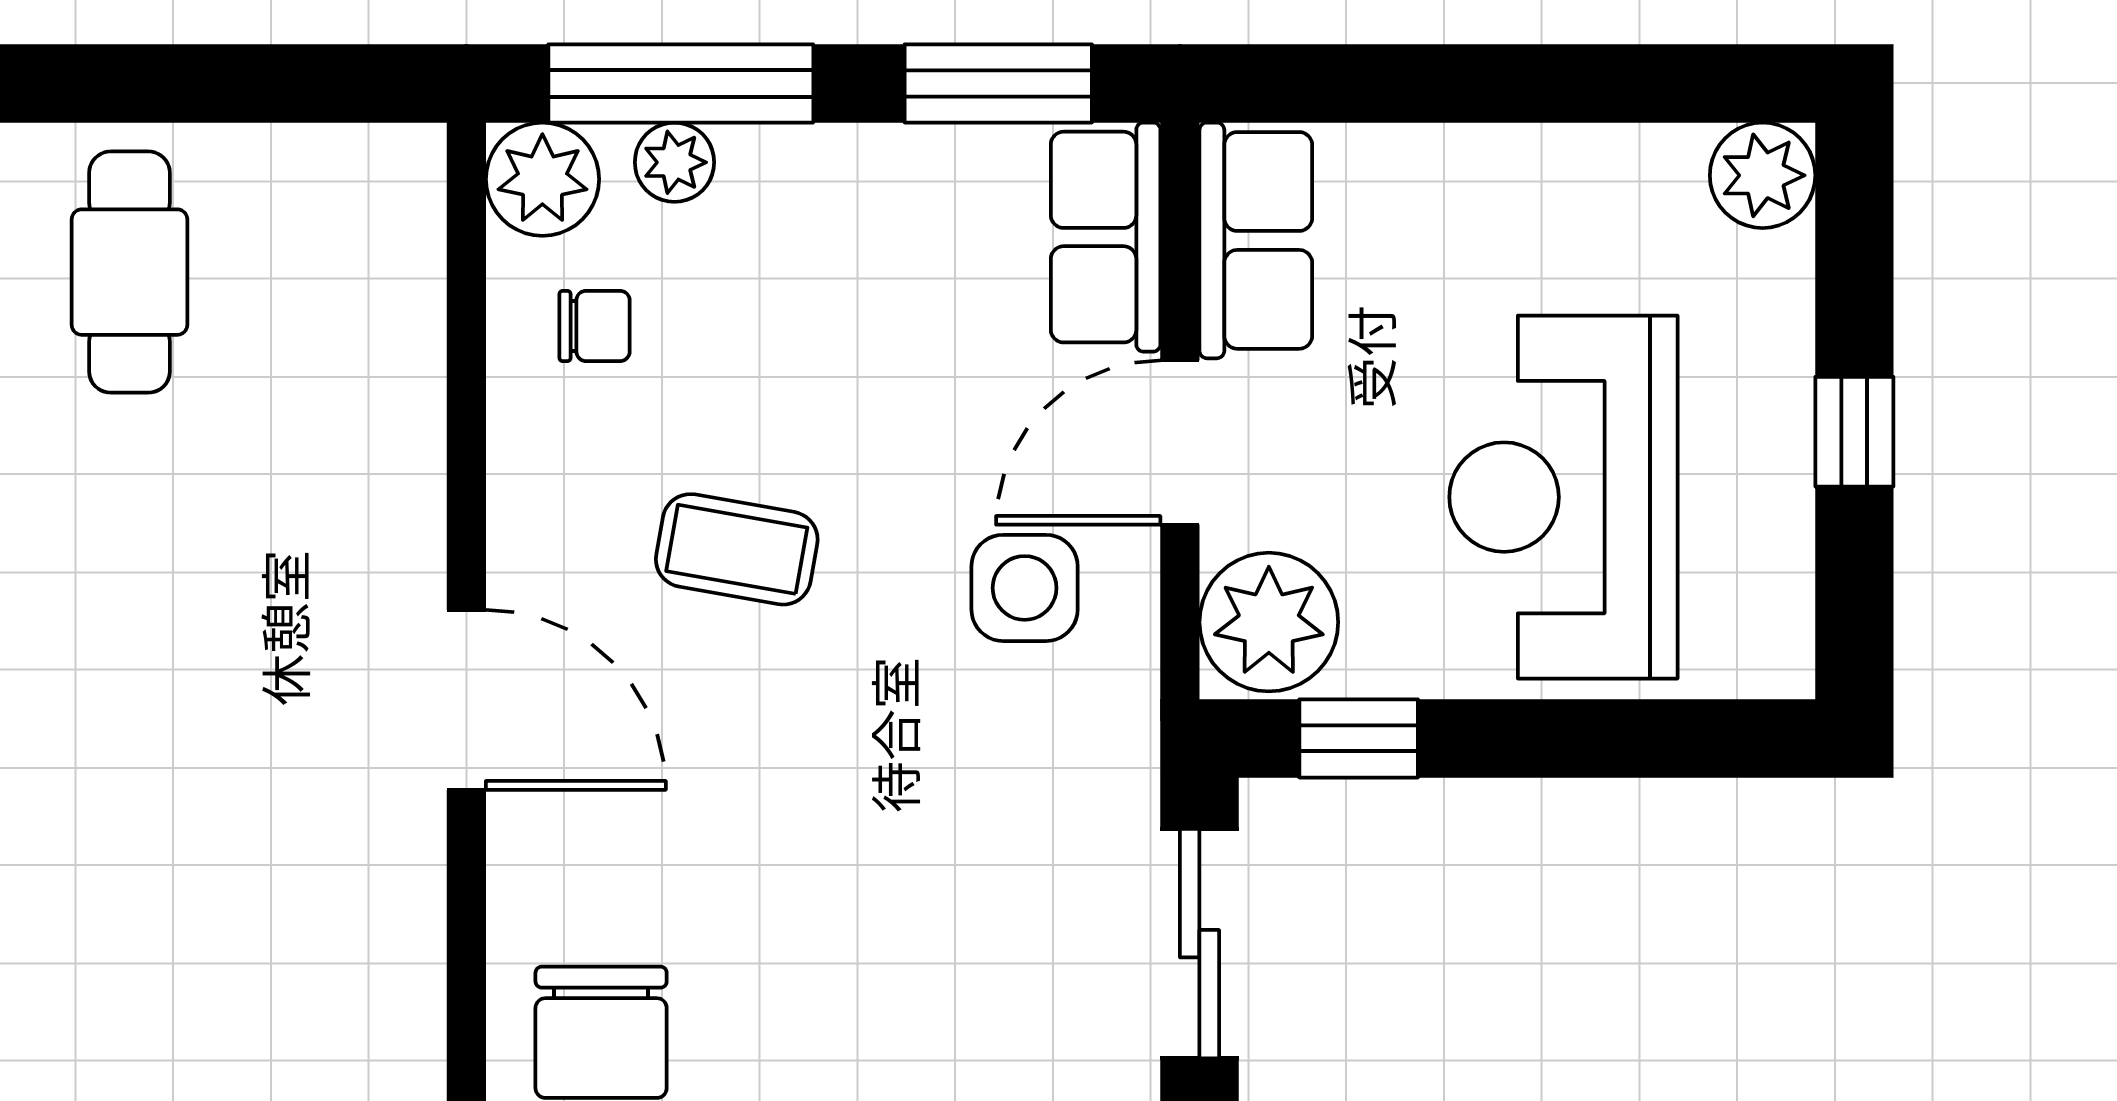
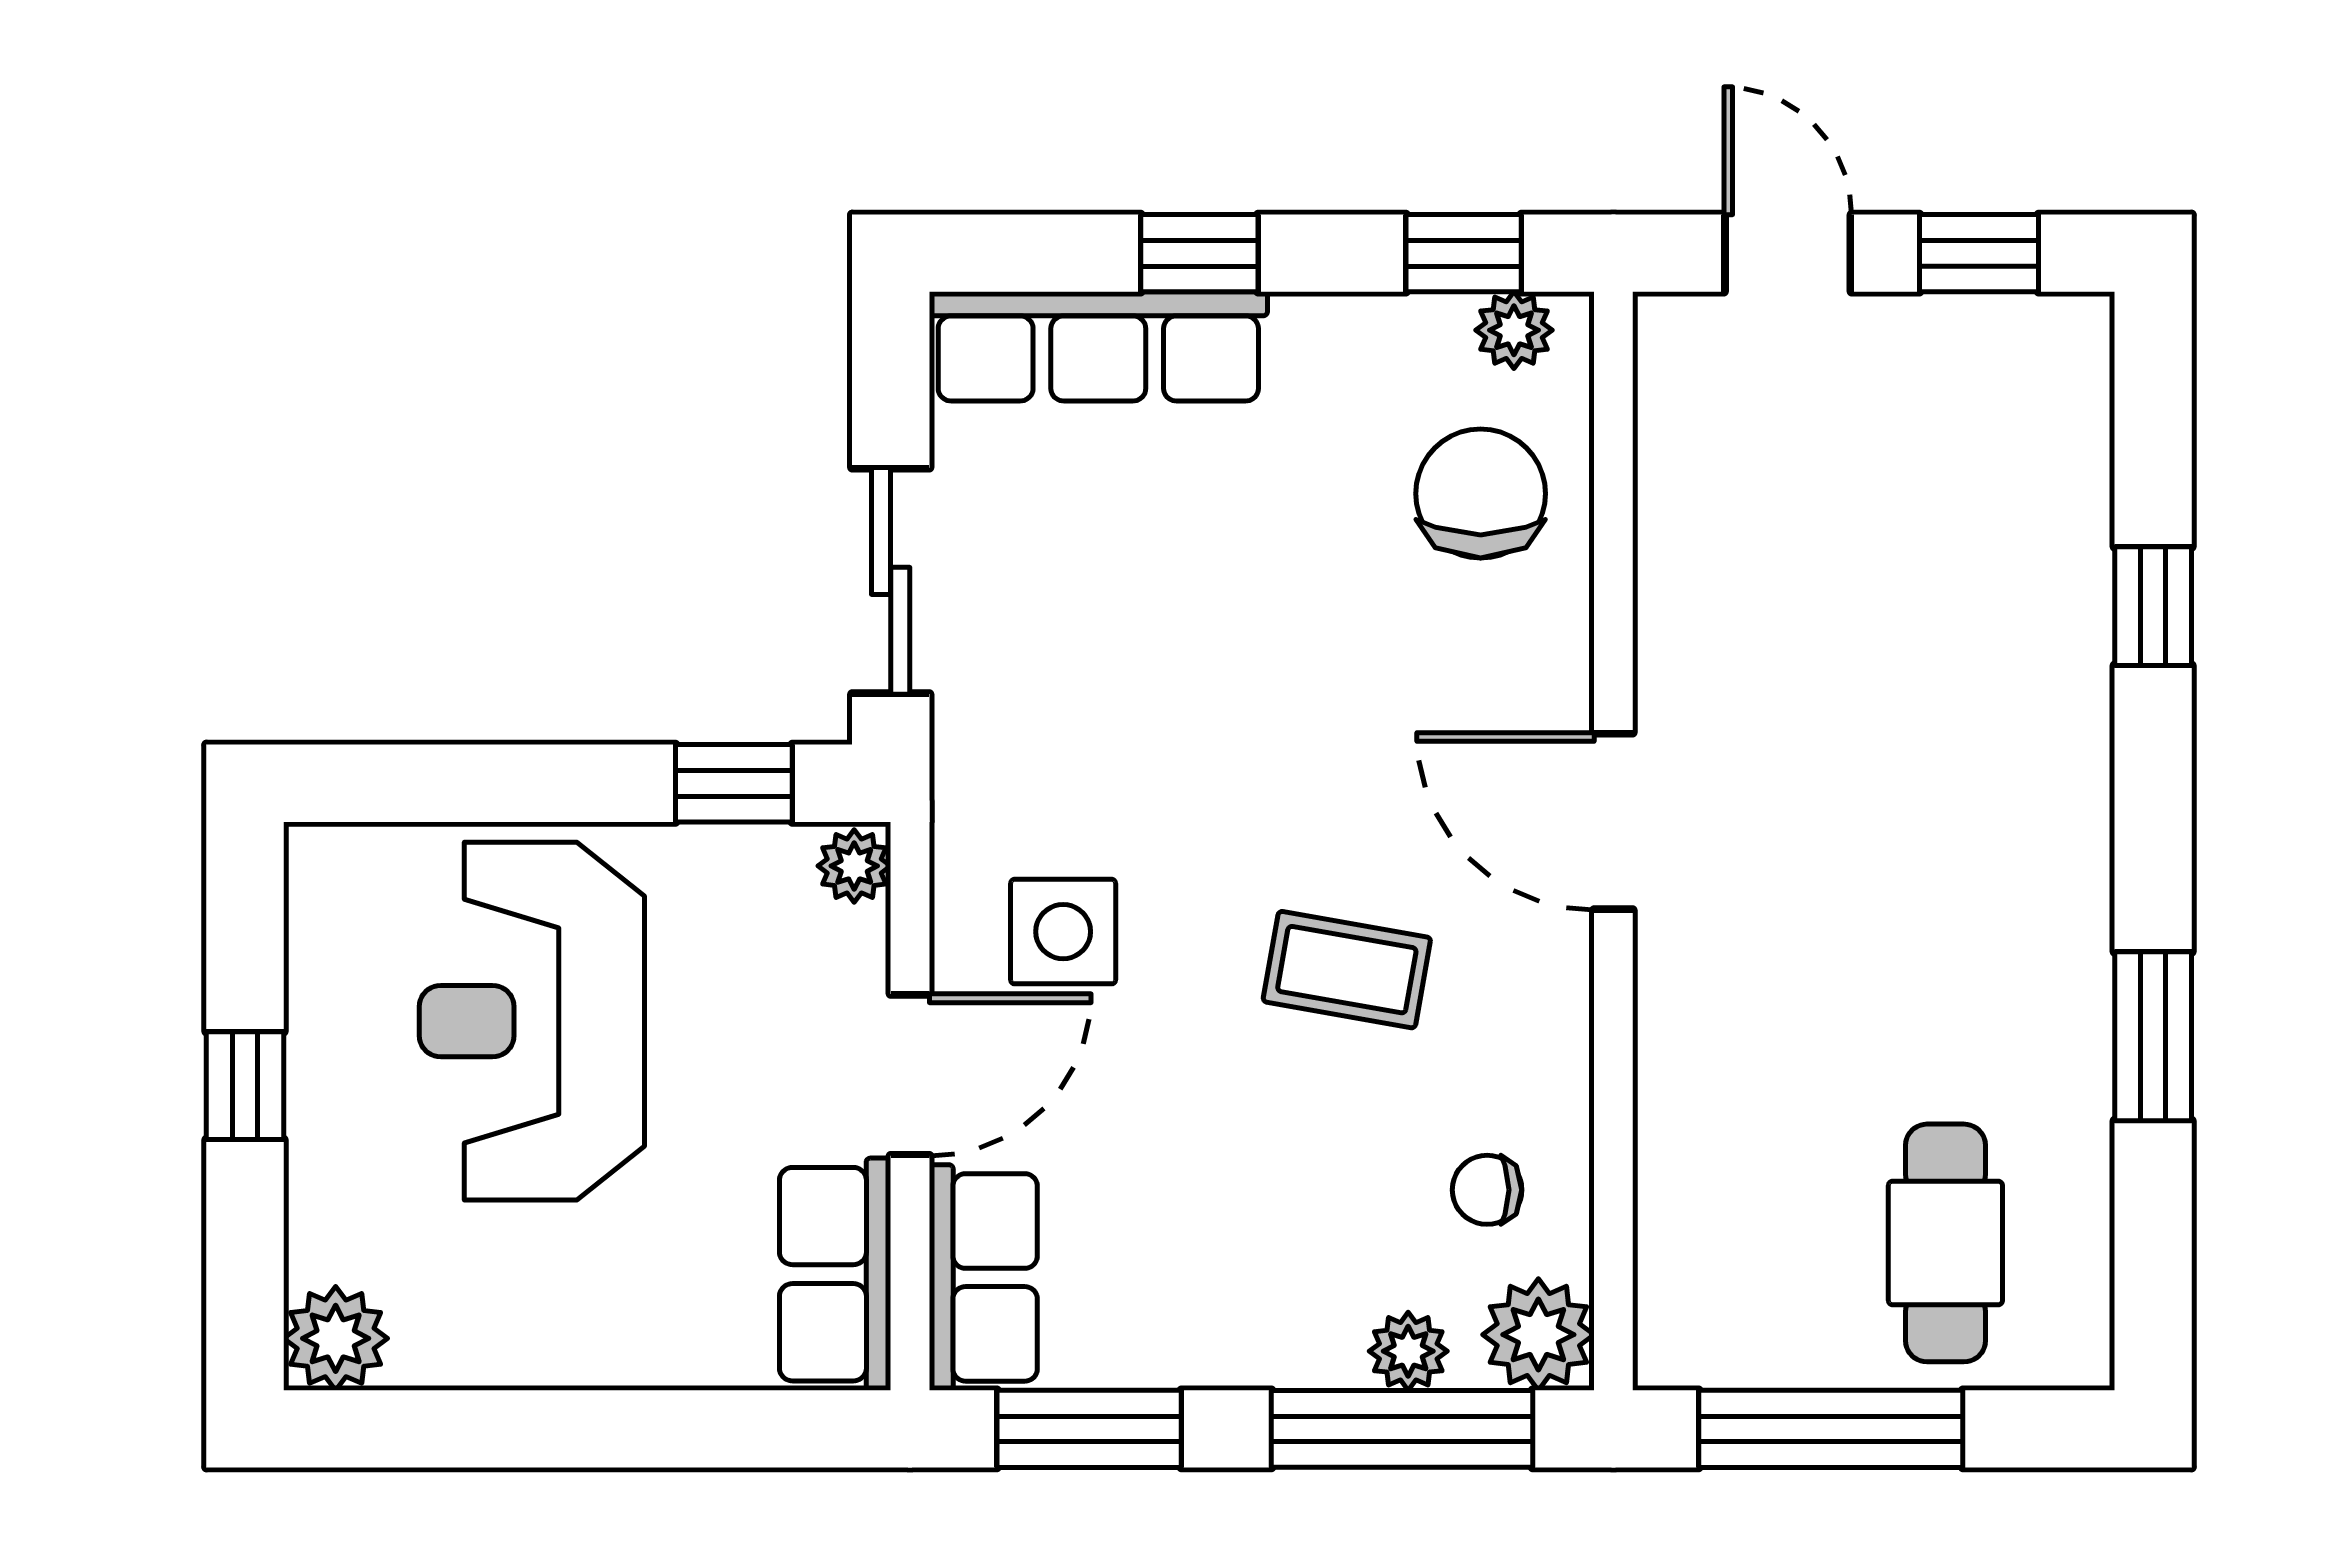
window: (246, 83) -> (1831, 1429), added
reception desk: (1563, 497) -> (532, 1021), turned 180
plant: (1269, 622) -> (854, 866), width x0.53, depth x0.53

